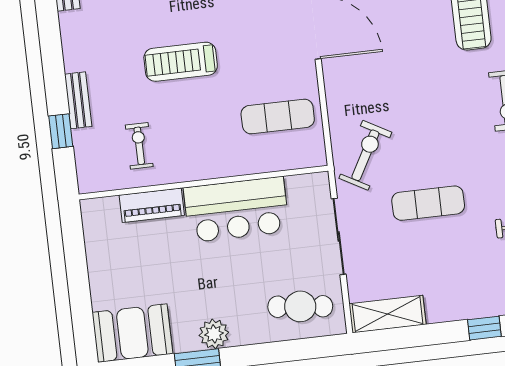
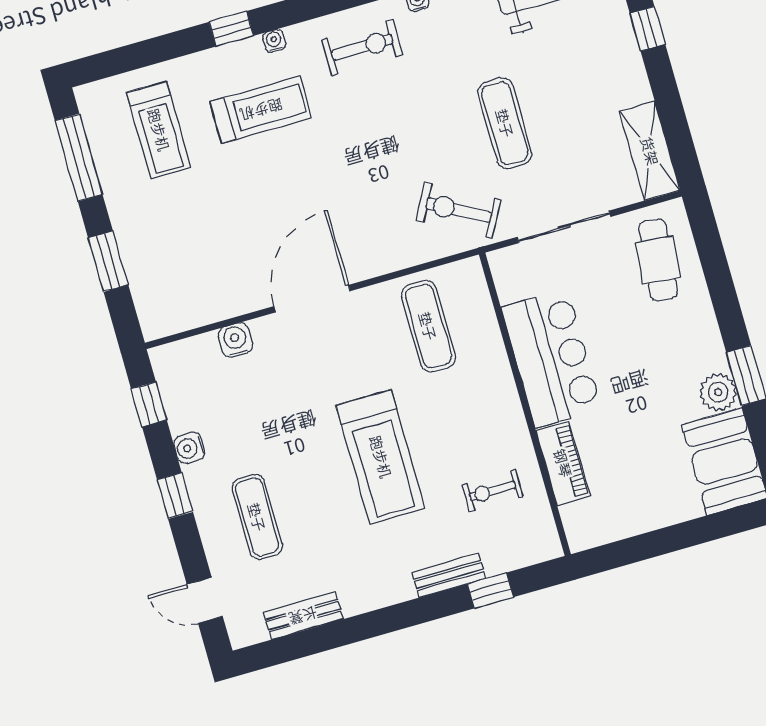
treadmill: (181, 62) -> (381, 457), width x1.37, depth x1.38
plant: (214, 334) -> (718, 392), moved

